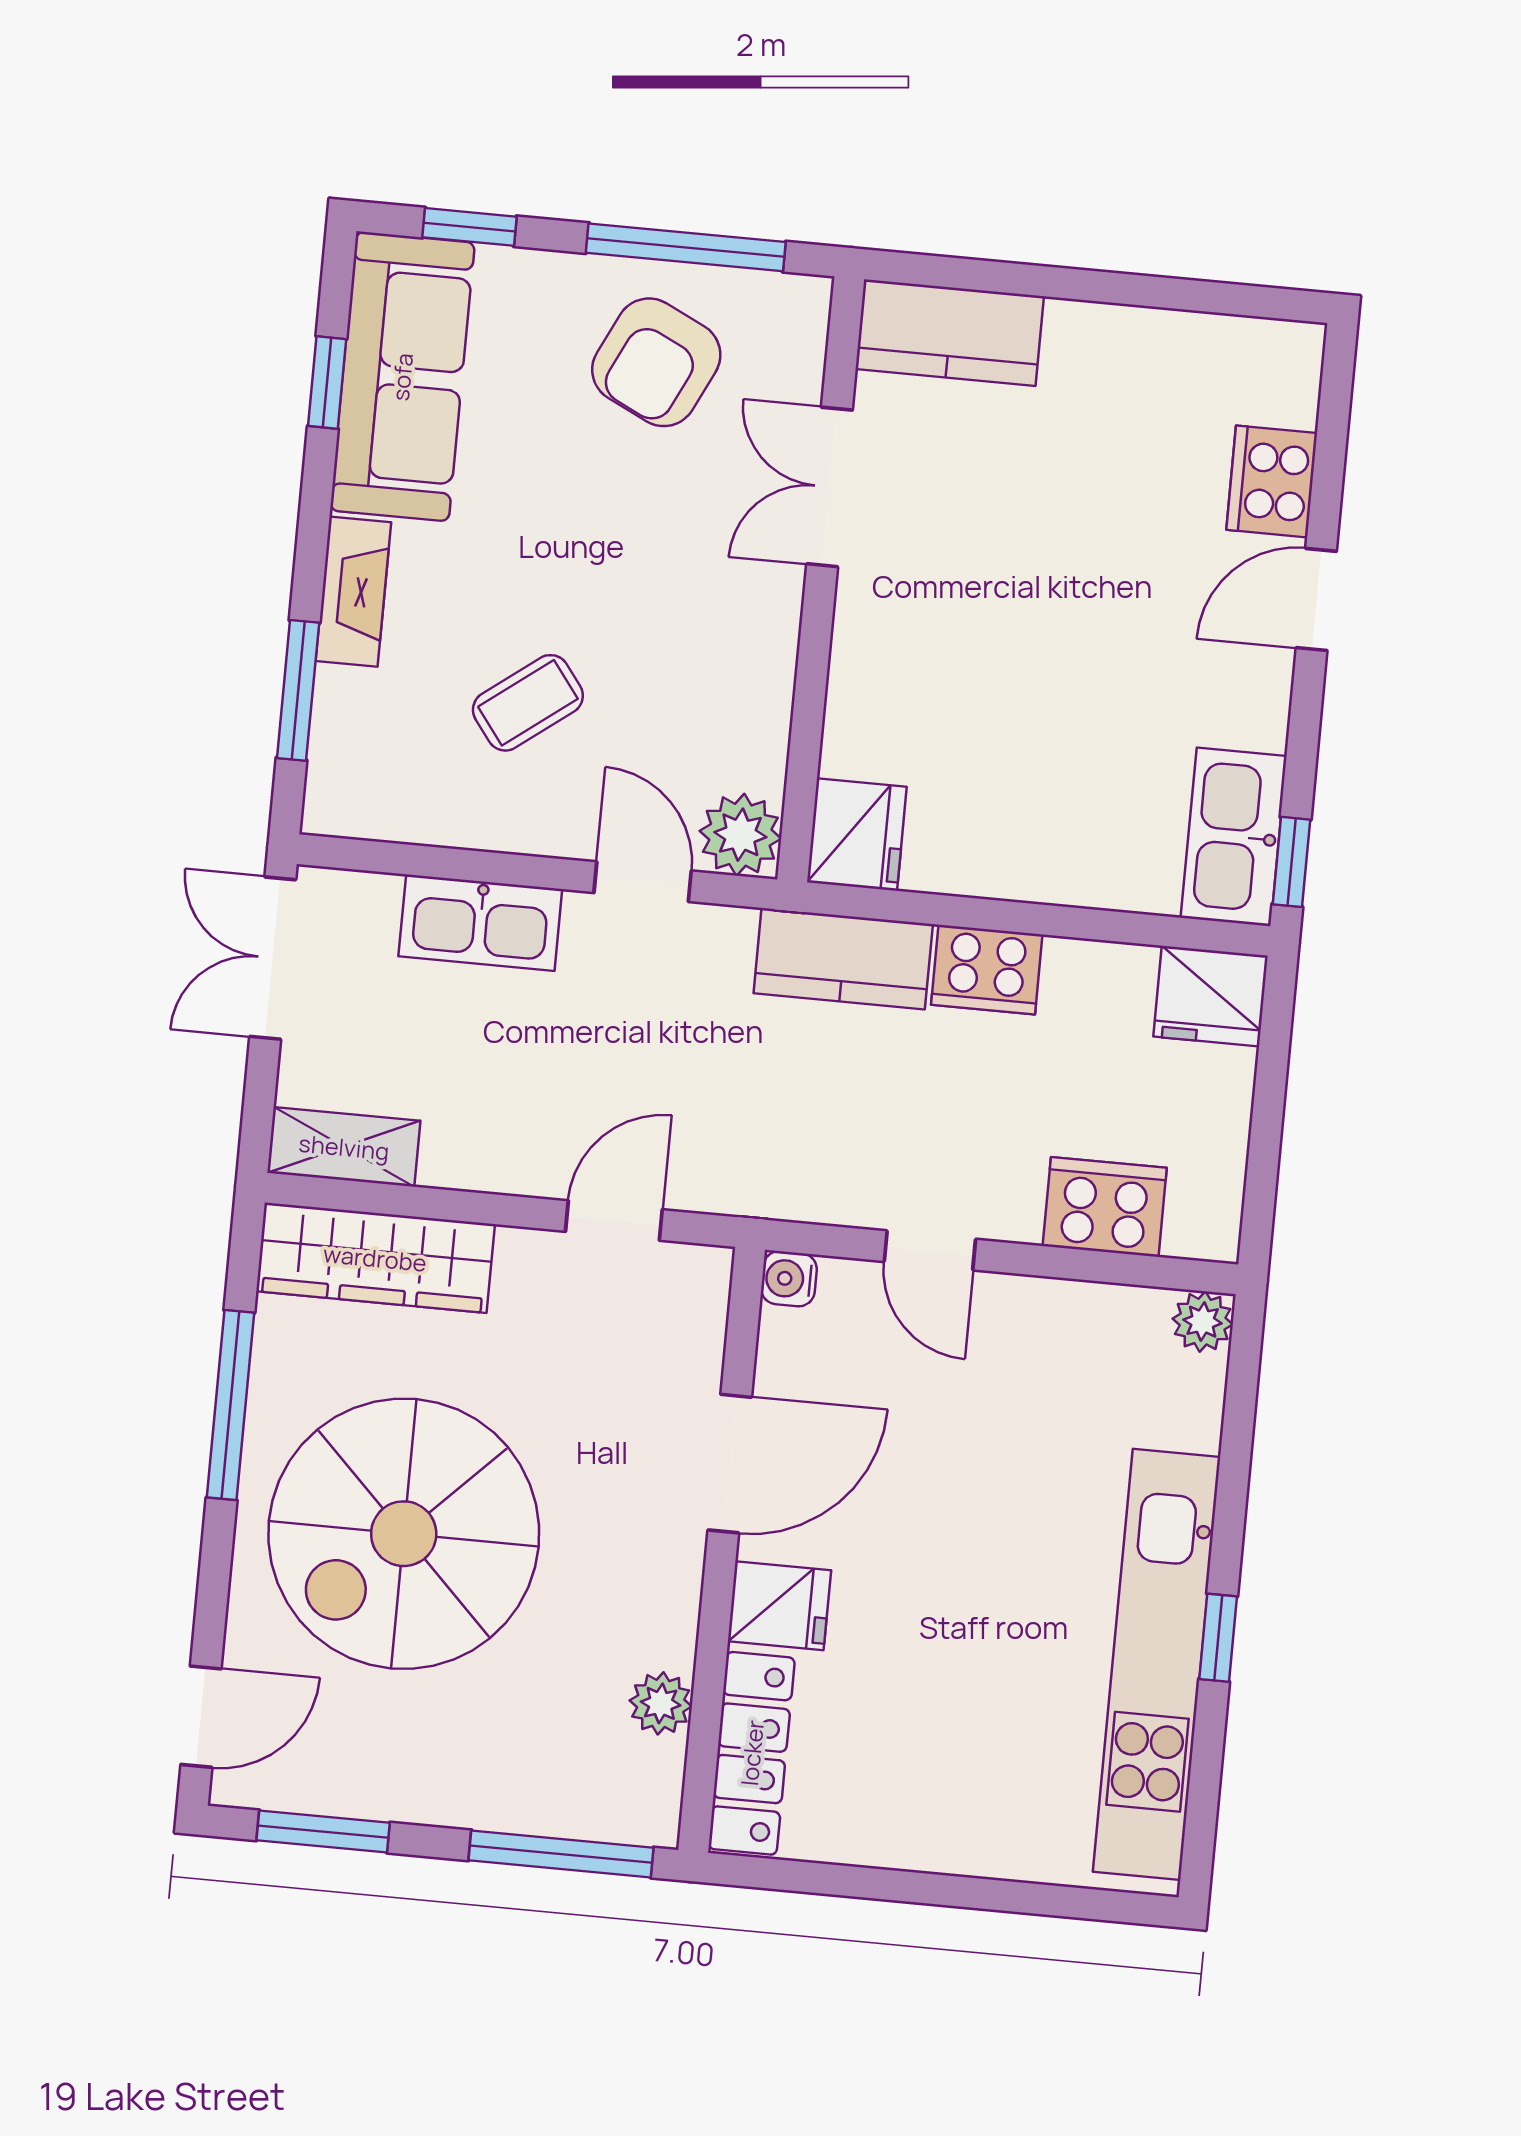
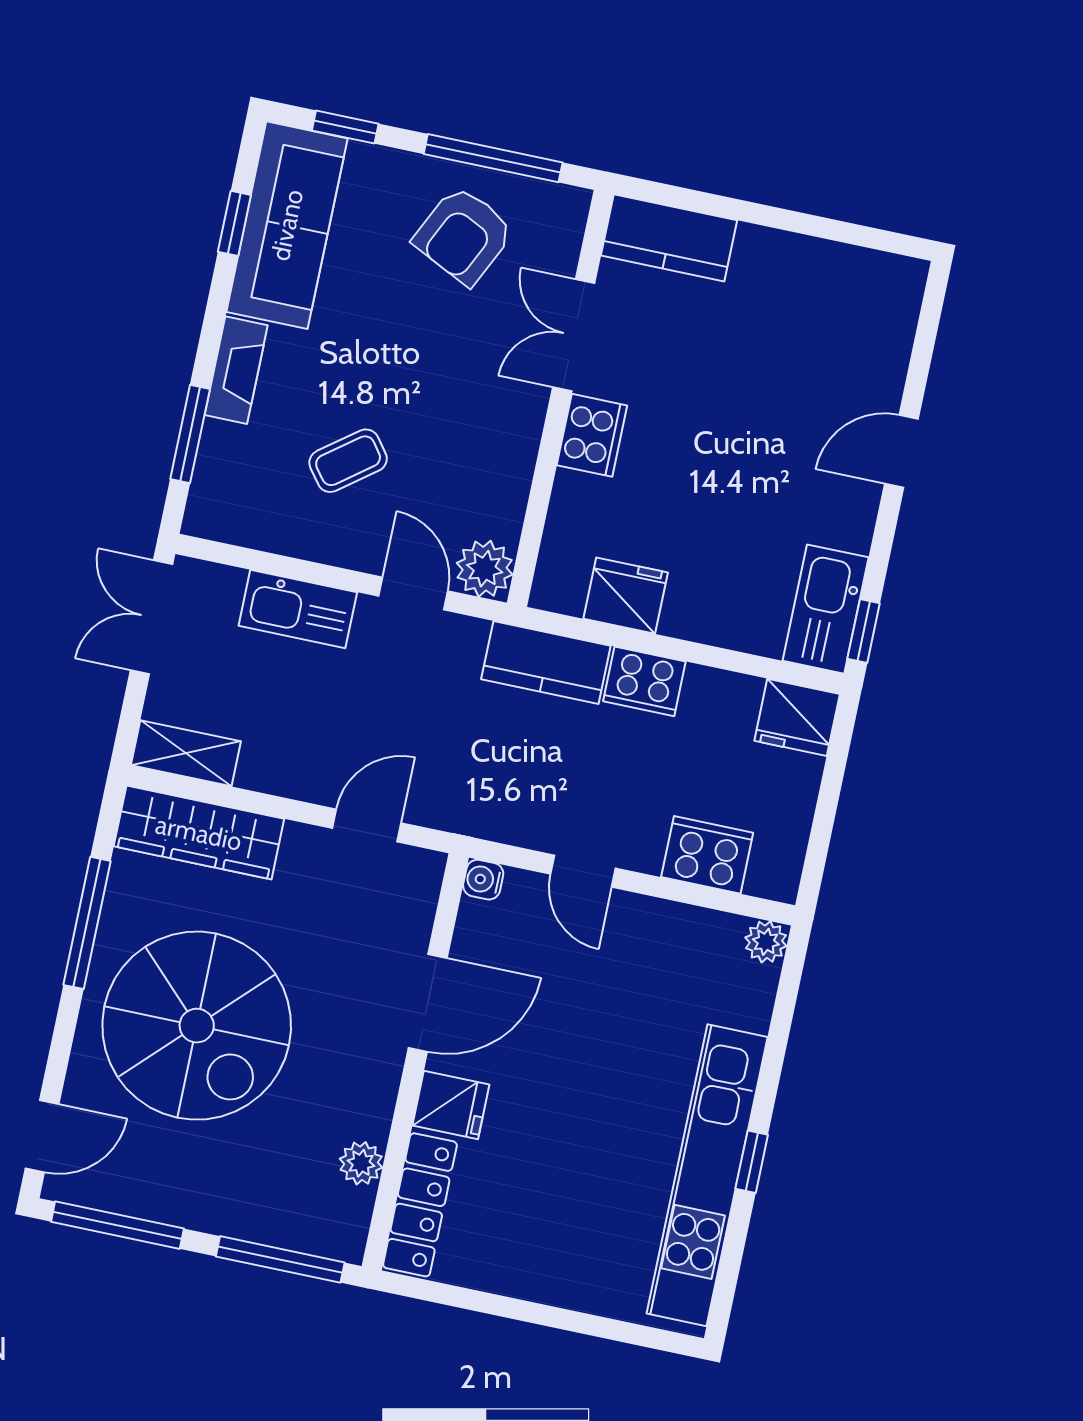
cooker: (1272, 481) -> (592, 435), moved, turned 180
fridge: (857, 834) -> (626, 596), moved, turned -90
spiral stairs: (404, 1534) -> (197, 1026), turned -90
window: (323, 1831) -> (117, 1225), width x1.44

